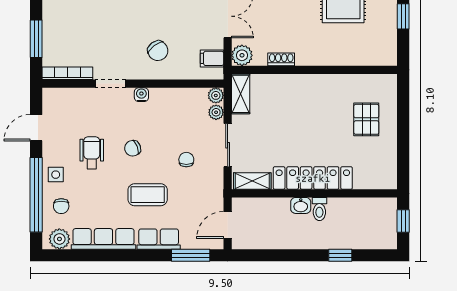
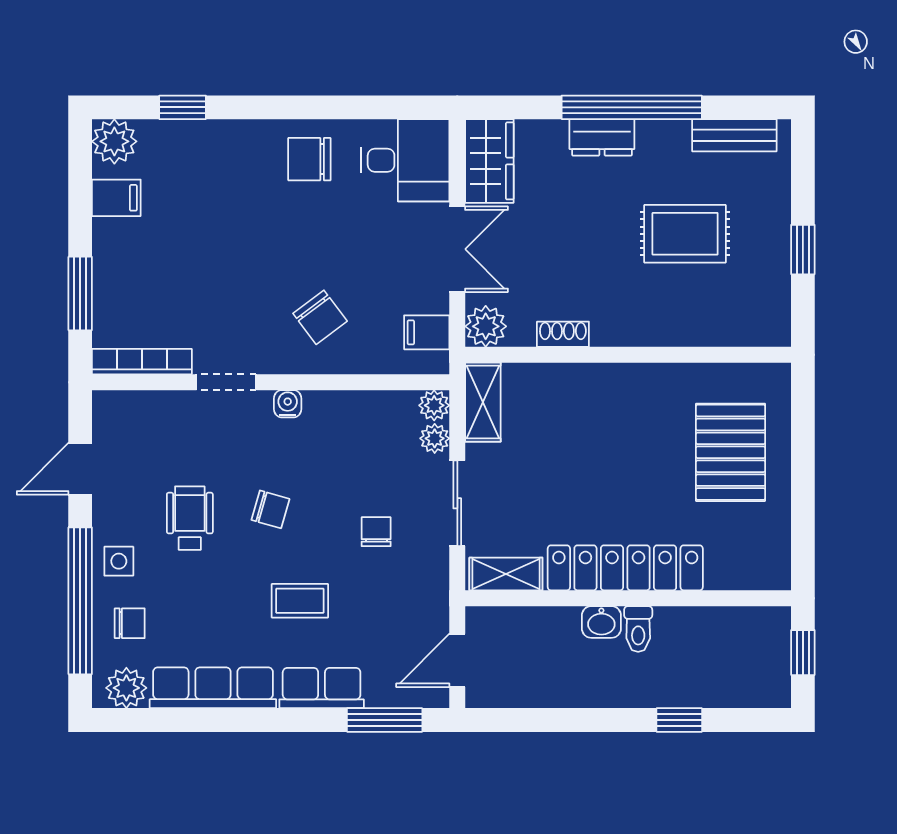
pallet: (366, 119) -> (731, 452), width x1.50, depth x1.42
chair: (133, 148) -> (270, 509), turned -143
coffee table: (148, 195) -> (300, 601), width x0.73, depth x0.77
chair: (61, 206) -> (130, 623), turned -90

